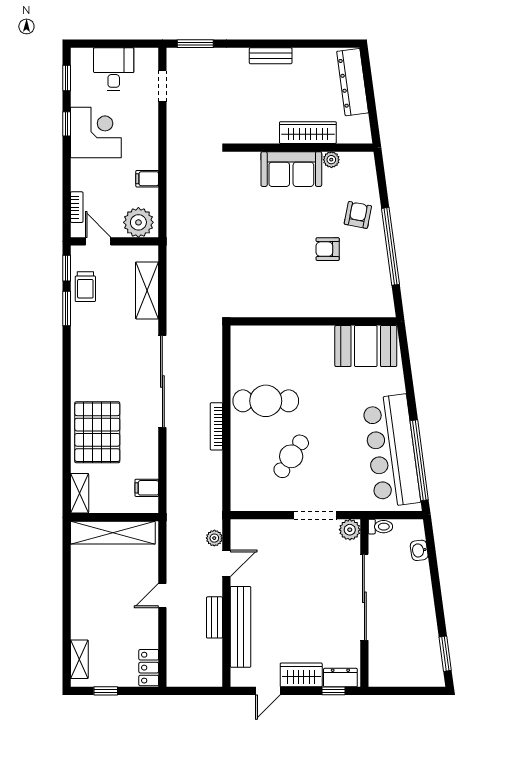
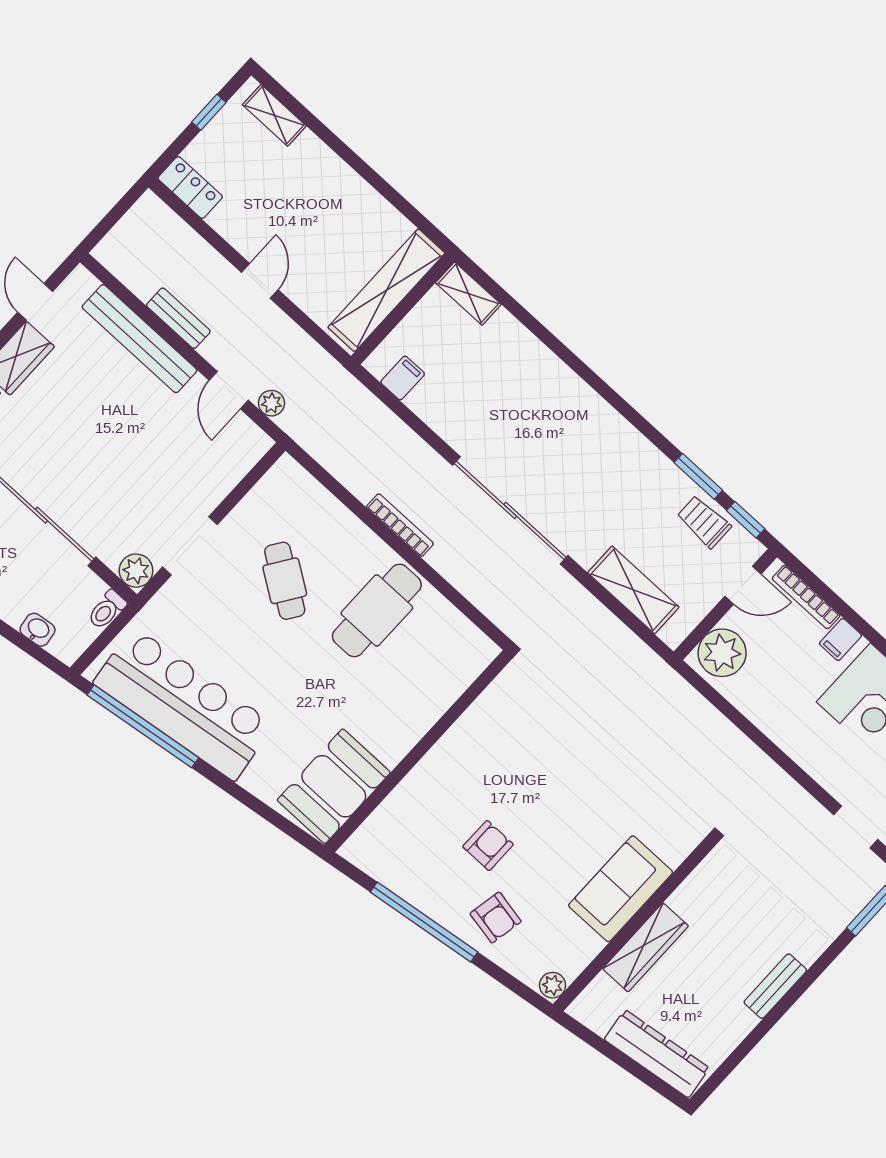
plant: (331, 160) -> (553, 985), moved
filing cabinet: (147, 179) -> (841, 639), moved, turned 180
bookcase: (77, 207) -> (806, 597), width x1.56
pallet: (97, 432) -> (521, 380), removed

